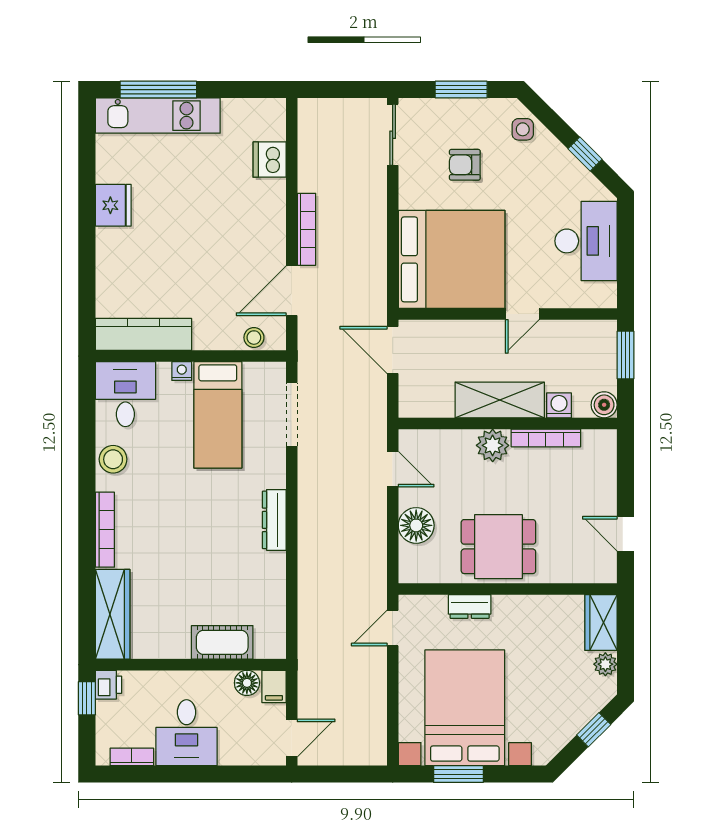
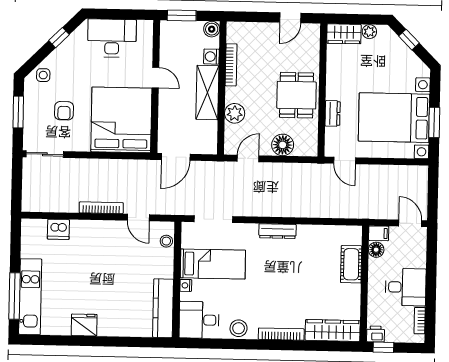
door: (292, 291) -> (138, 218), width x0.73
plant: (493, 445) -> (235, 113), moved

